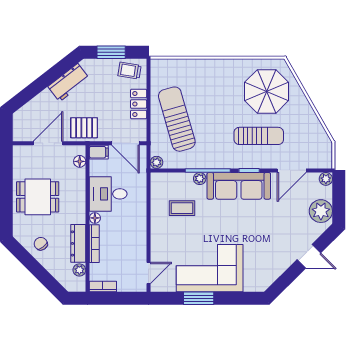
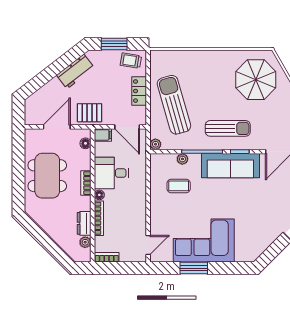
sun lounger: (259, 136) -> (228, 128), moved
plant: (200, 179) -> (182, 159), moved
dining table: (38, 197) -> (47, 176), width x1.38
bookcase: (80, 205) -> (86, 183), added
dresser: (78, 243) -> (84, 223), width x0.70
chair: (41, 244) -> (50, 218), removed

